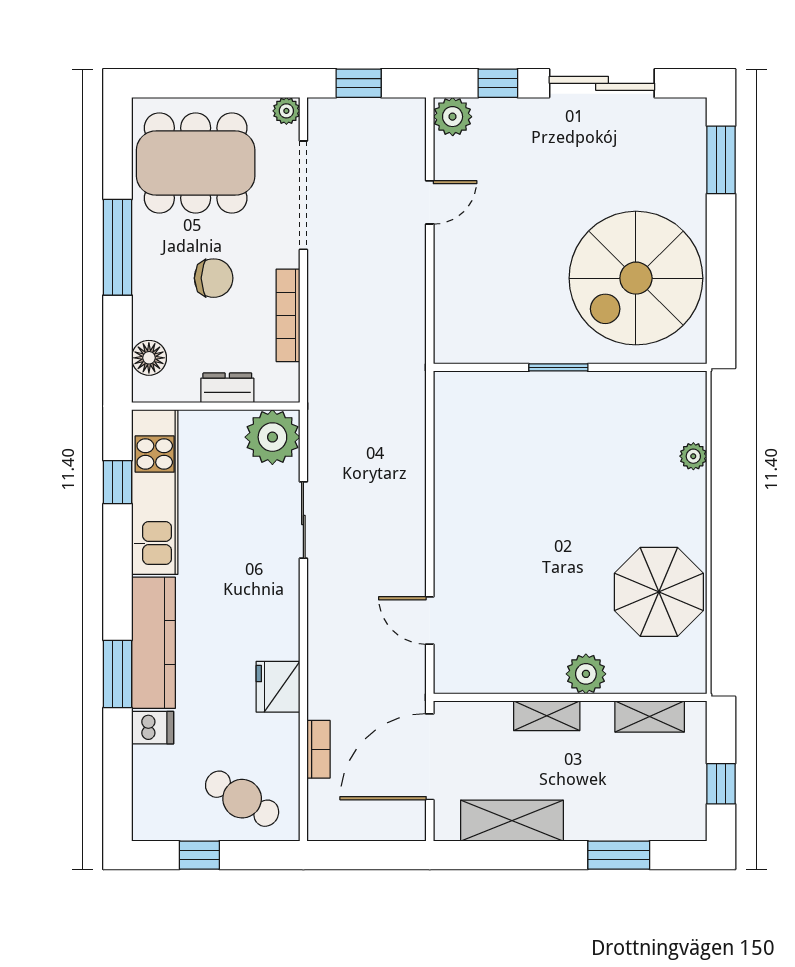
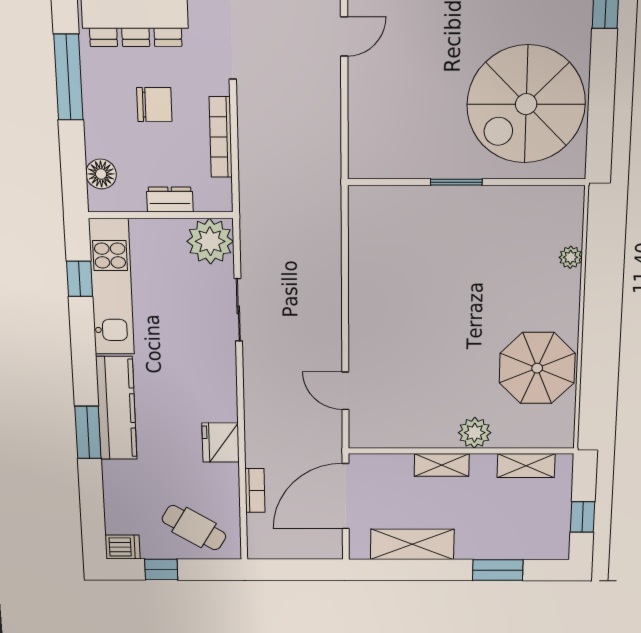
dishwasher: (153, 728) -> (123, 547), moved

